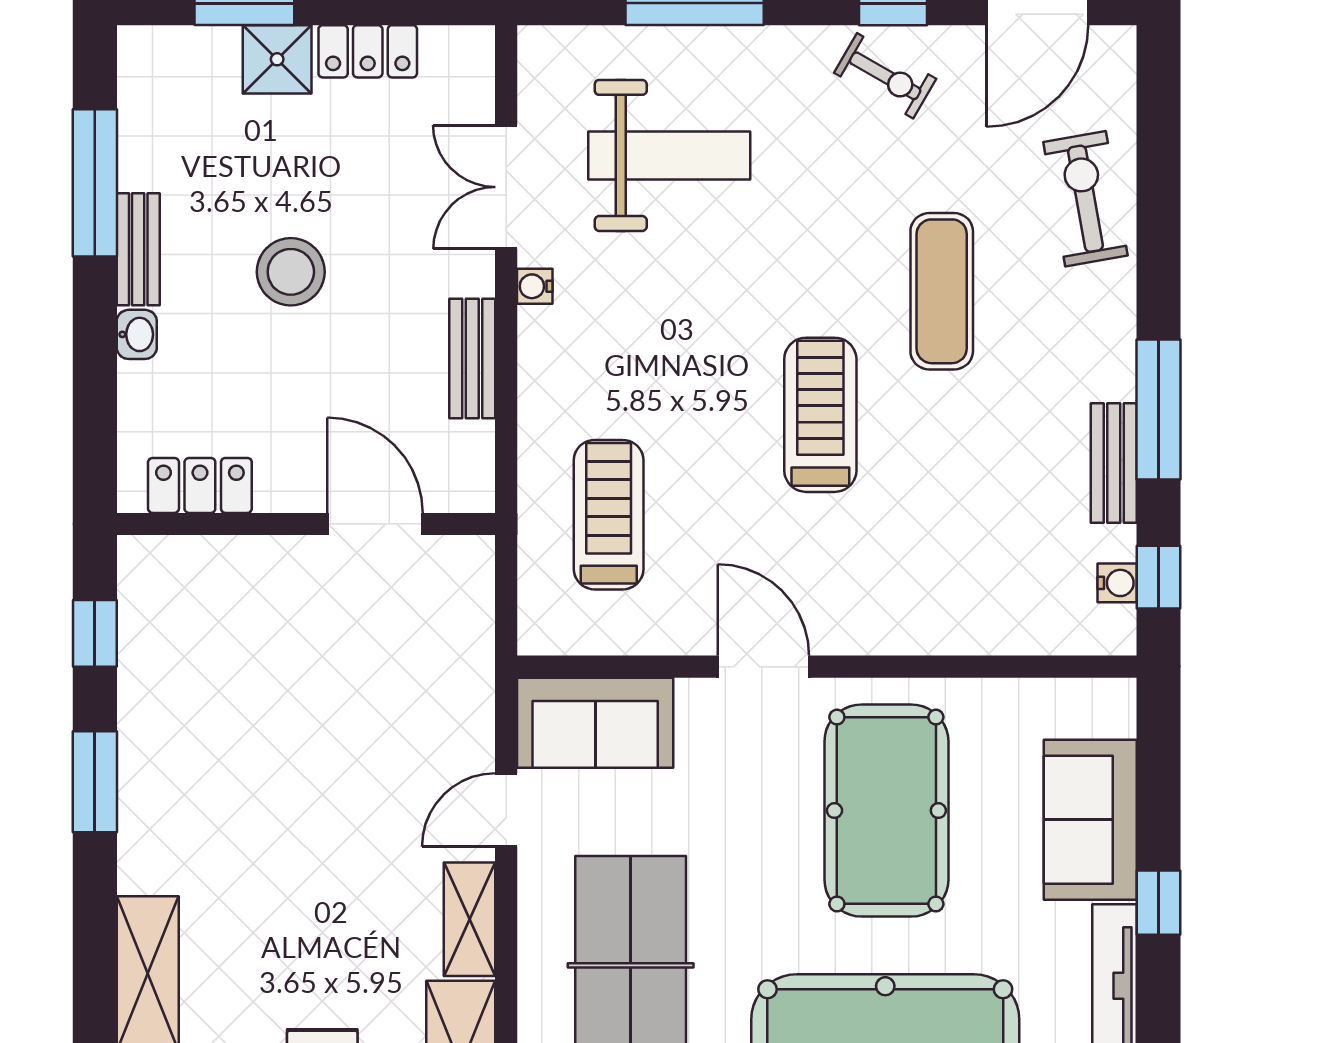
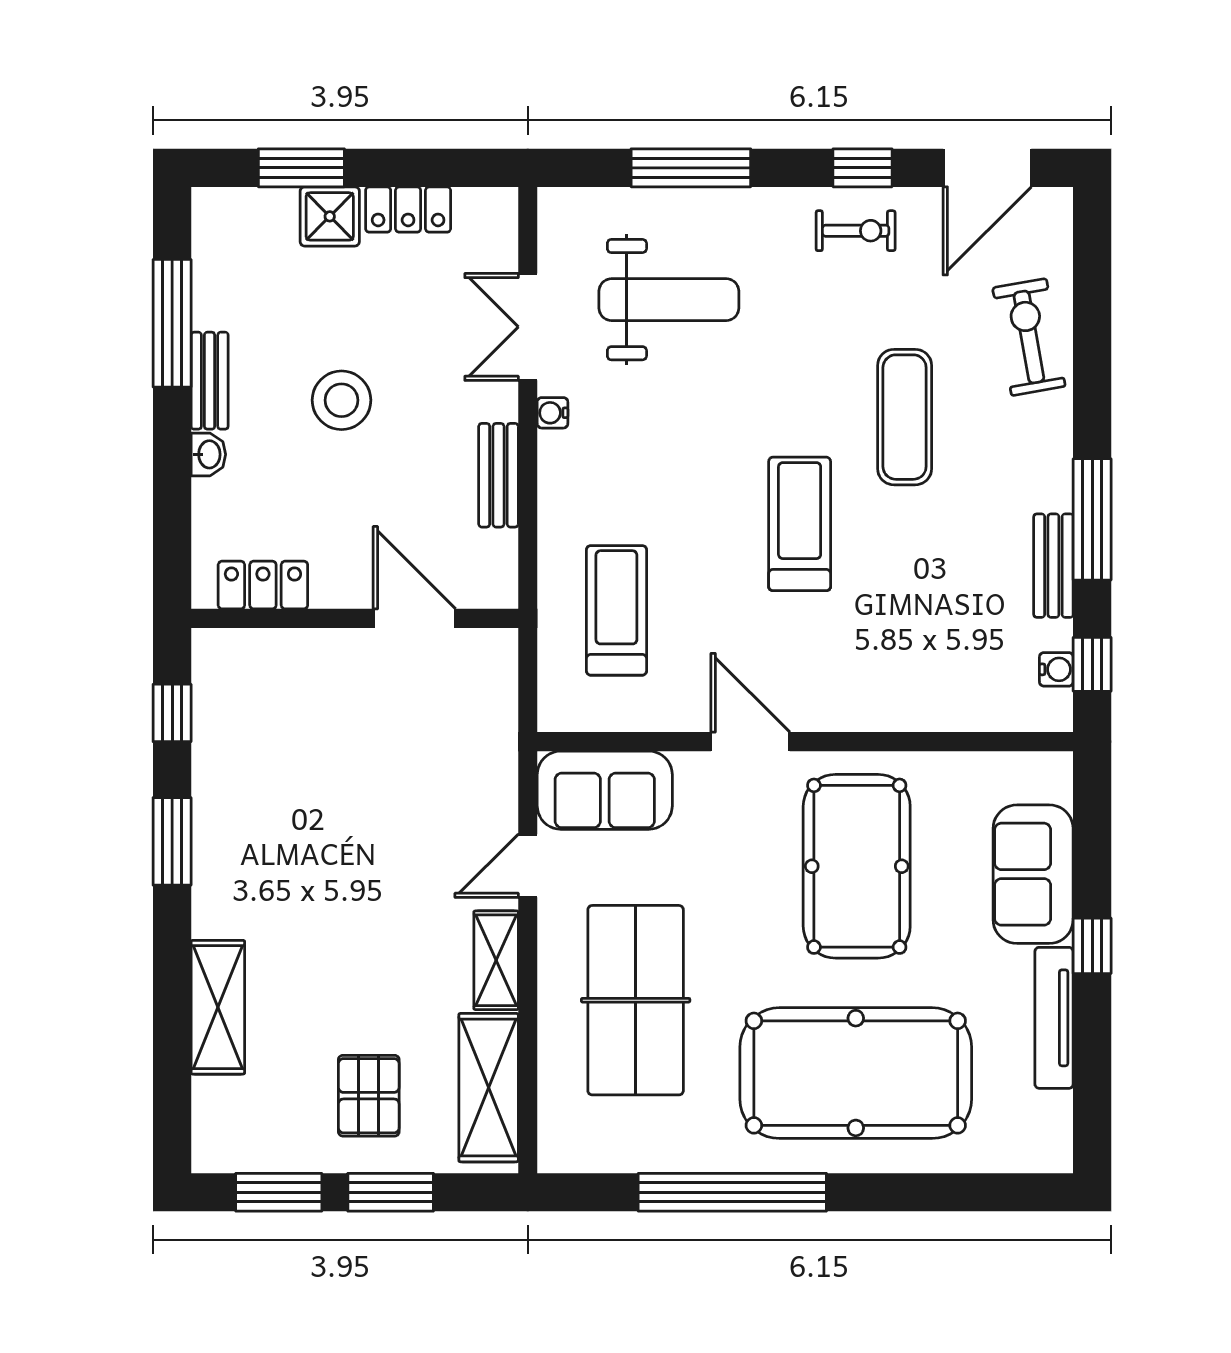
exercise bike: (885, 76) -> (856, 231), turned -30

